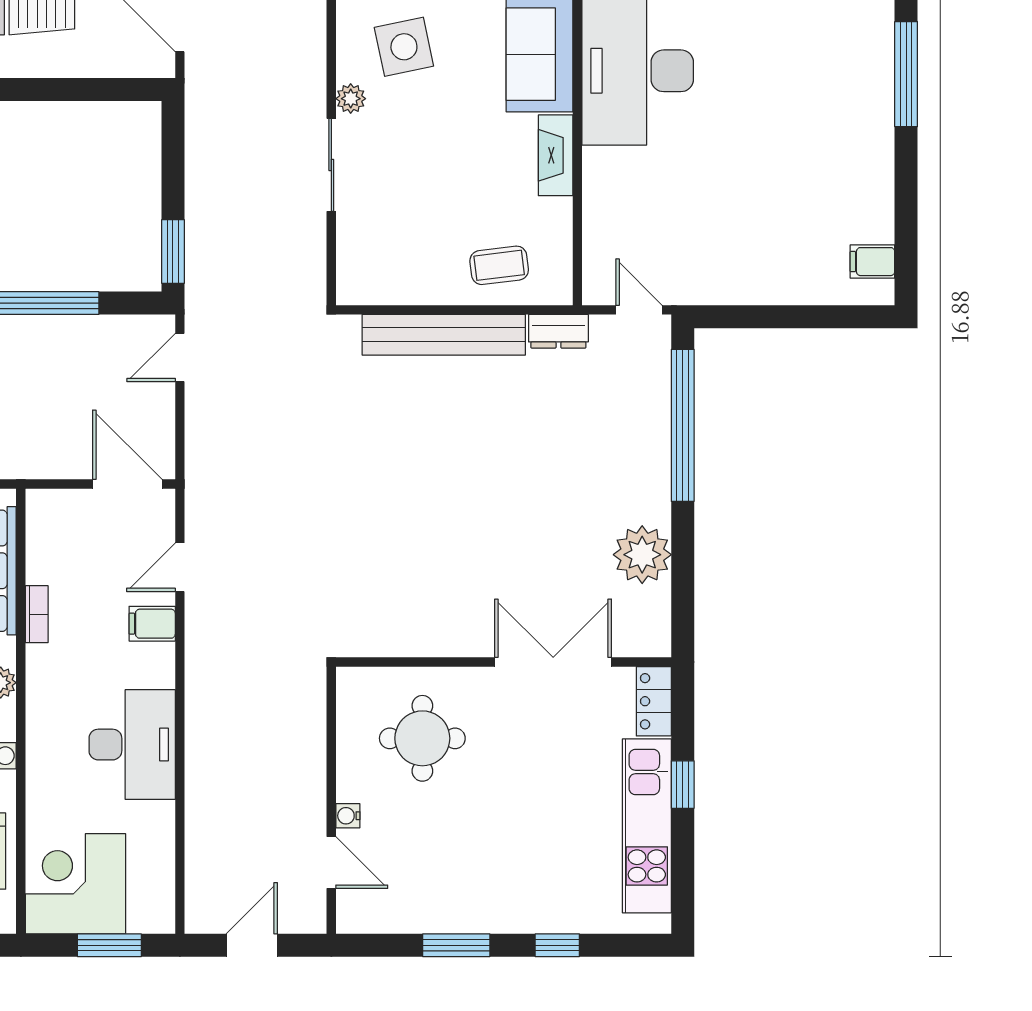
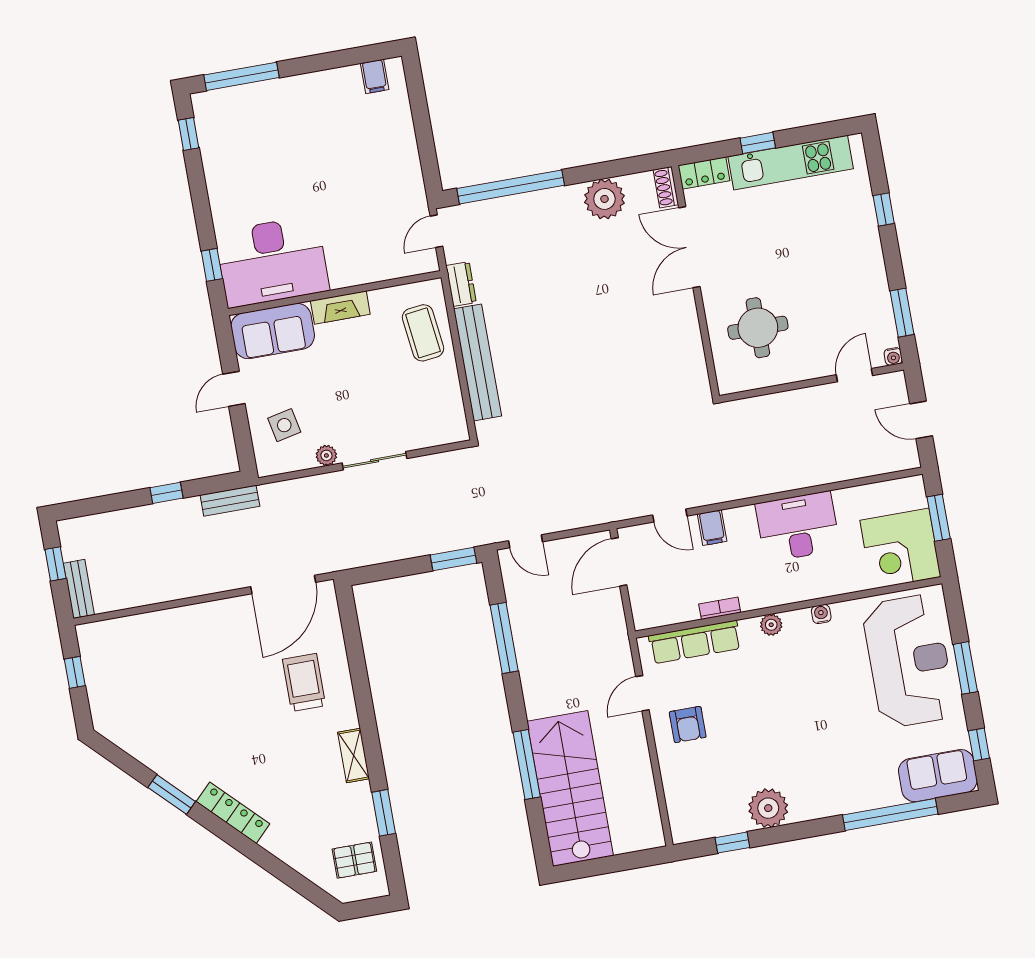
side table: (404, 47) -> (284, 425), width x0.73, depth x0.73
coffee table: (499, 265) -> (423, 333), width x1.36, depth x1.30
shoe rack: (643, 644) -> (666, 187), added
water cooler: (348, 816) -> (893, 356), moved
window: (456, 945) -> (902, 313), moved

